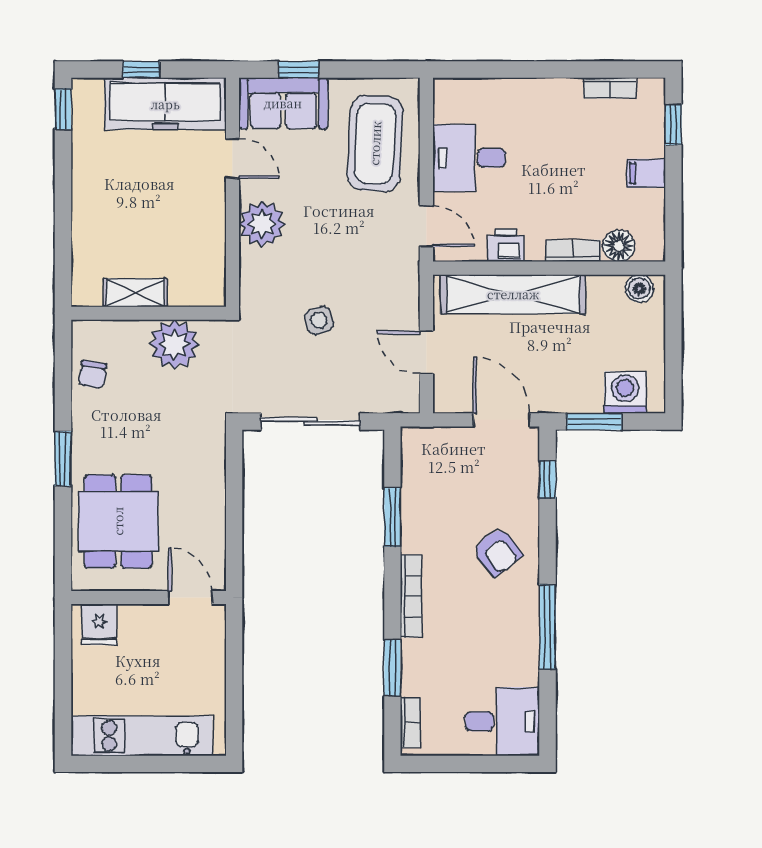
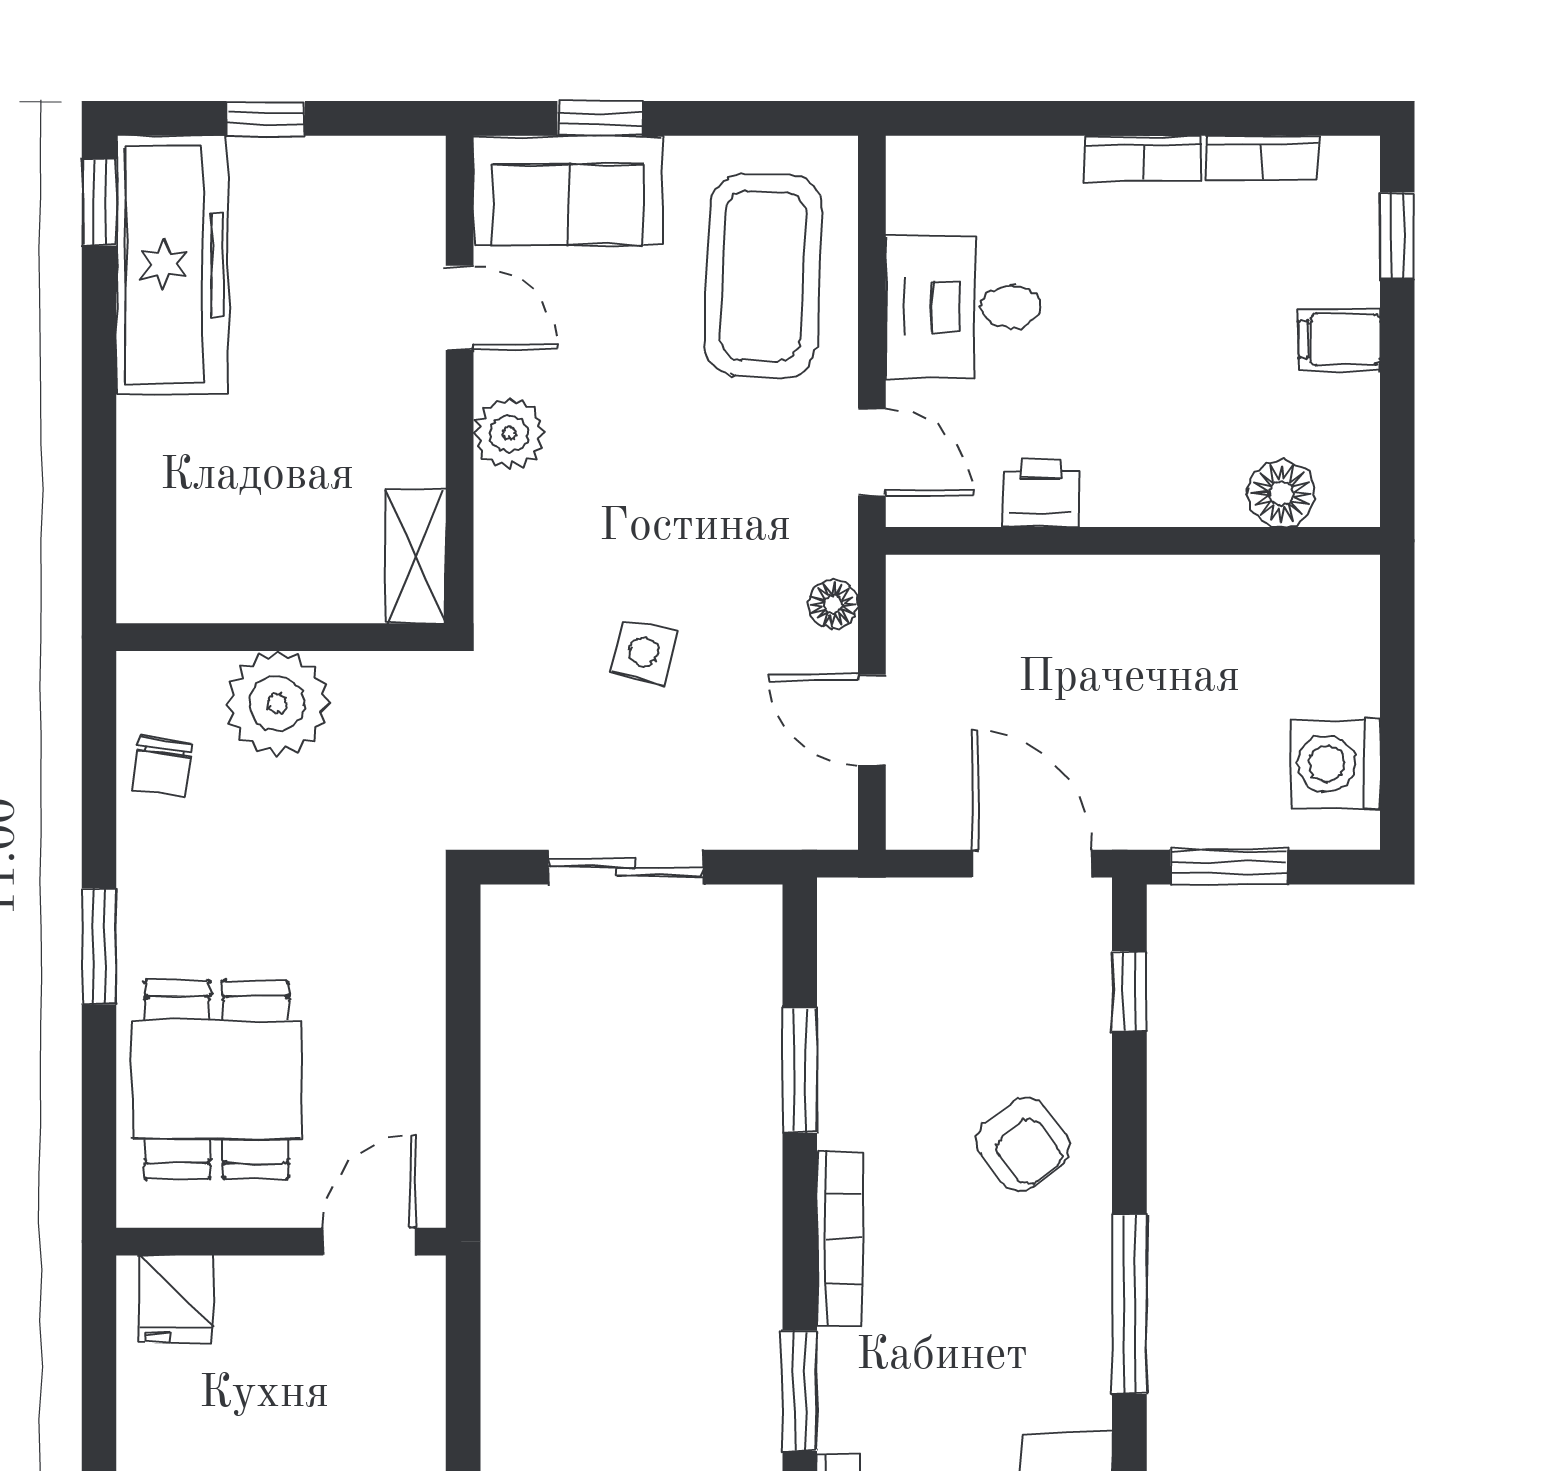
freezer: (165, 104) -> (172, 265), moved, turned -90
plant: (262, 224) -> (509, 434), width x0.73, depth x0.73
bookcase: (573, 251) -> (1143, 159), moved, turned 180
boiler: (639, 289) -> (1325, 584), removed
shelving: (135, 293) -> (416, 556), moved, turned 90
shelving: (513, 294) -> (1056, 596), removed
floor lamp: (408, 298) -> (833, 604), added
side table: (319, 320) -> (644, 652), turned 30
plant: (174, 344) -> (277, 703), moved
washing machine: (625, 392) -> (1335, 764), moved, turned -90
sliding door: (311, 421) -> (626, 867), width x0.73
door: (190, 598) -> (370, 1242), hinge flipped

